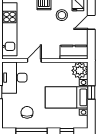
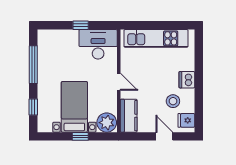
door: (34, 60) -> (119, 82), moved
chair: (27, 112) -> (56, 59), removed

